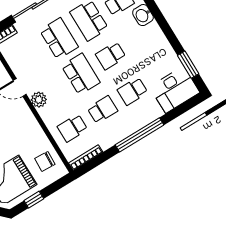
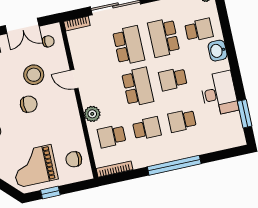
desk: (175, 90) -> (219, 94), moved, turned -90
plant: (39, 100) -> (92, 114), moved

